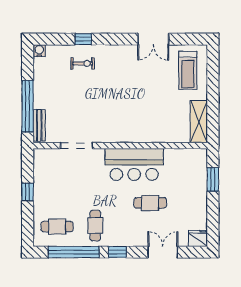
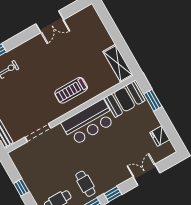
treadmill: (188, 70) -> (71, 90), moved, turned 90
booth: (185, 162) -> (124, 99), added
cafe table: (150, 203) -> (116, 144), removed
fridge: (198, 238) -> (160, 136), moved, turned -90

